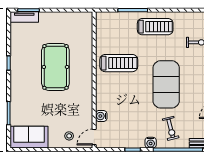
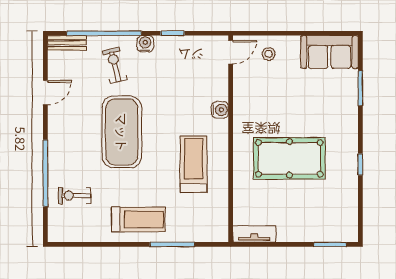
tv unit: (24, 17) -> (254, 234), moved
treadmill: (155, 27) -> (138, 219), turned 180
treadmill: (119, 63) -> (193, 164), turned 90
pool table: (55, 67) -> (289, 158), turned 90
water cooler: (101, 116) -> (220, 110), moved

